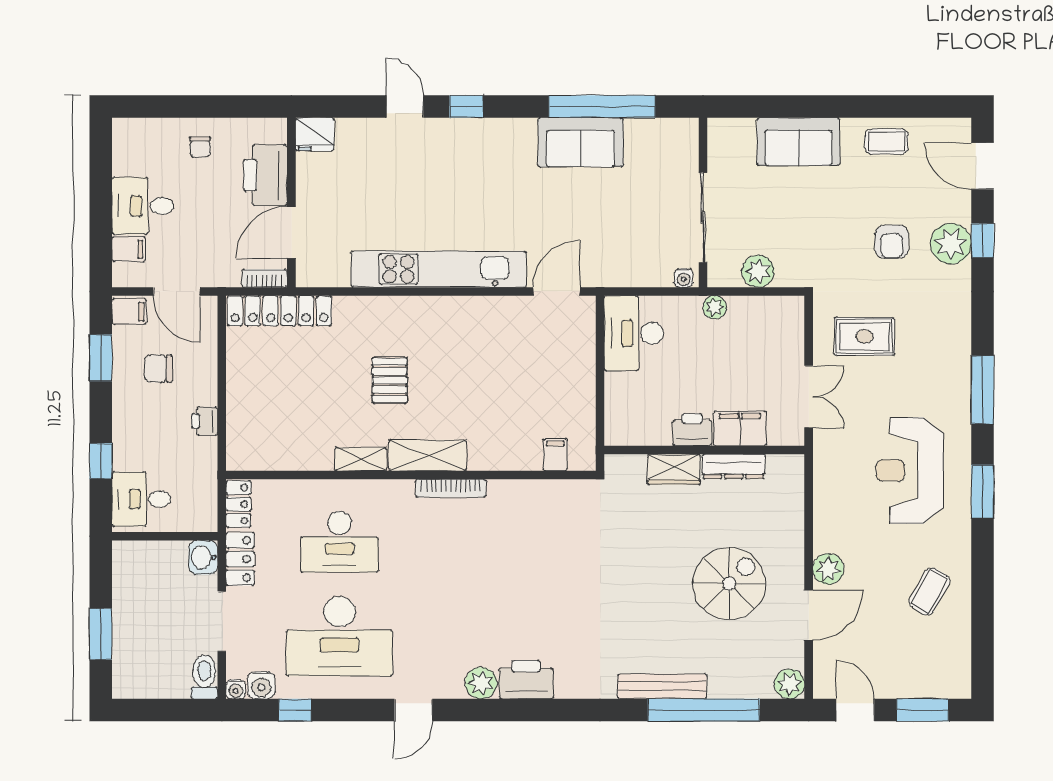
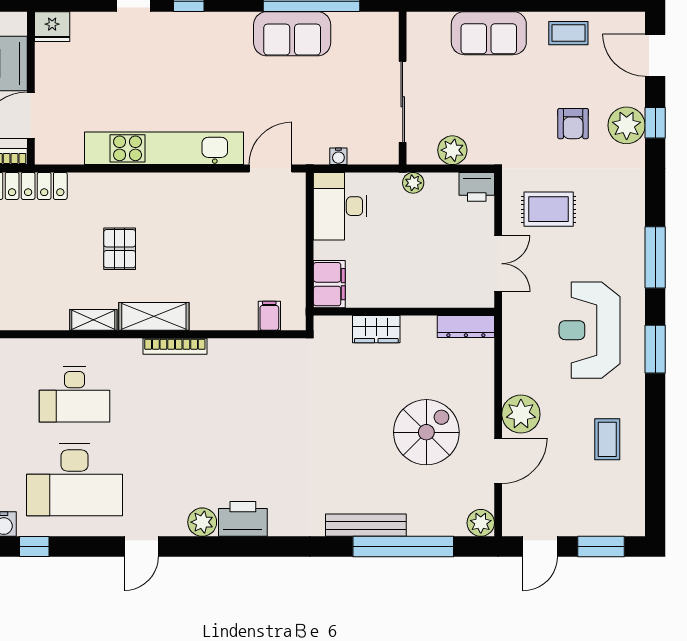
water cooler: (684, 278) -> (338, 156), moved
filing cabinet: (740, 428) -> (329, 284), moved, turned 90
printer: (692, 430) -> (477, 187), moved, turned 180
dresser: (734, 466) -> (466, 327), moved
plant: (828, 569) -> (521, 414), width x1.36, depth x1.36
coffee table: (930, 591) -> (607, 439), turned -30
door: (855, 710) -> (540, 546), swing flipped

